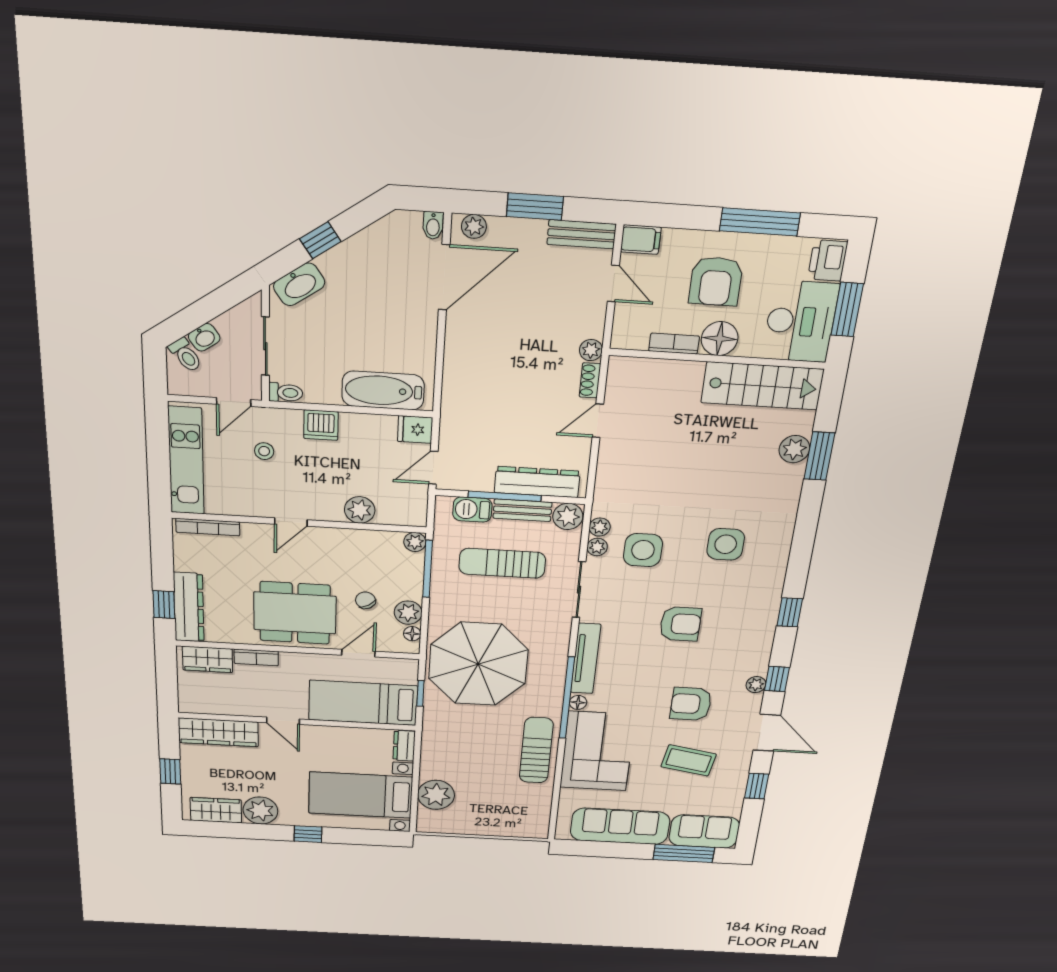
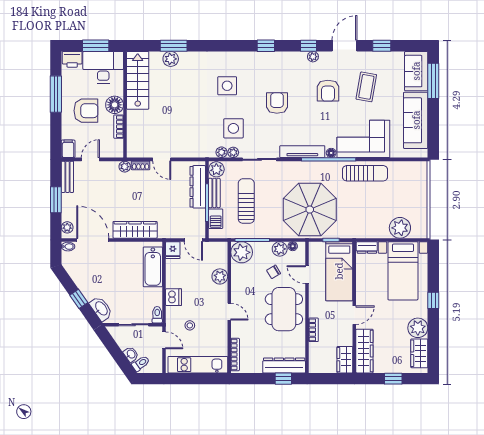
wardrobe: (460, 362) -> (135, 230), added
plant: (415, 542) -> (242, 252), width x1.87, depth x1.87
sun lounger: (502, 563) -> (246, 201), turned 180
wardrobe: (207, 659) -> (345, 360), moved, turned 180
sun lounger: (536, 750) -> (365, 173), turned 180

